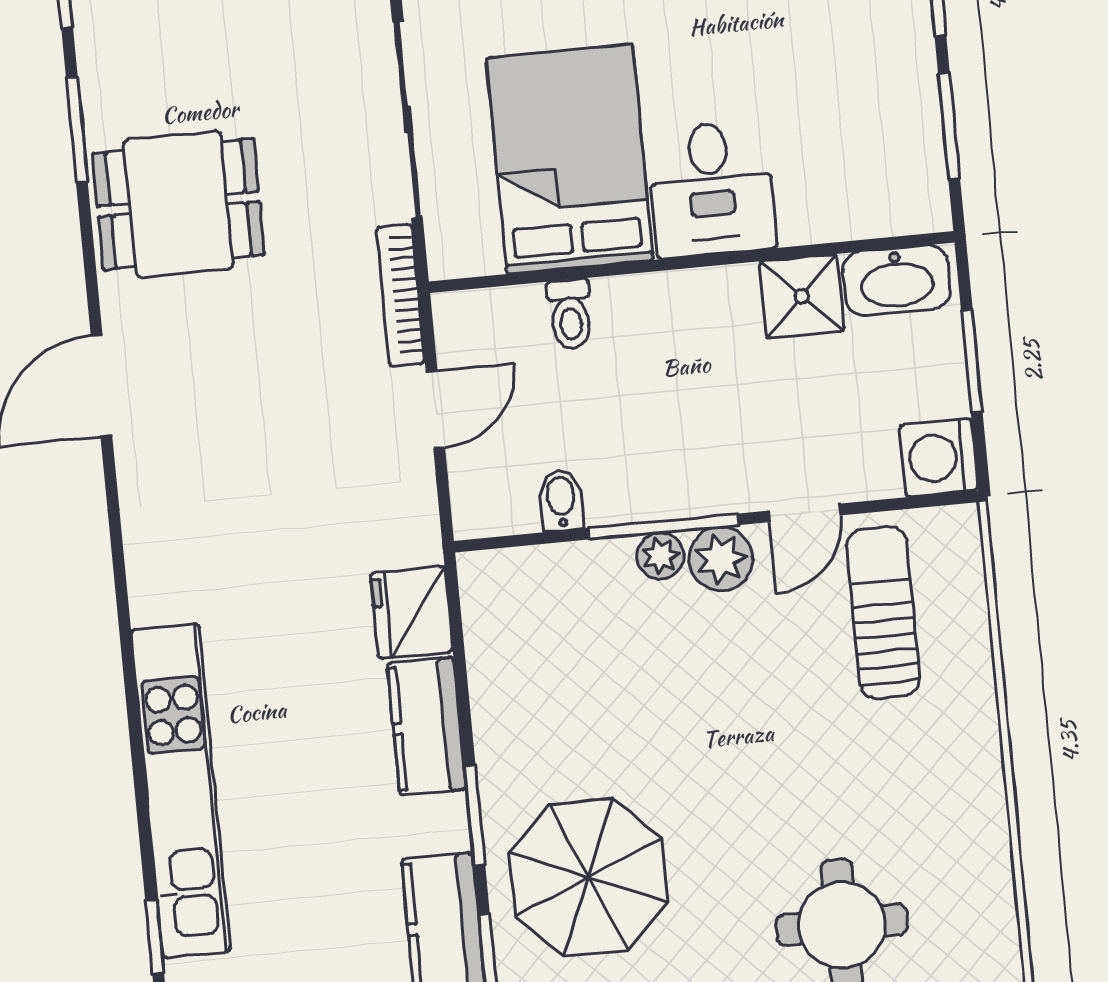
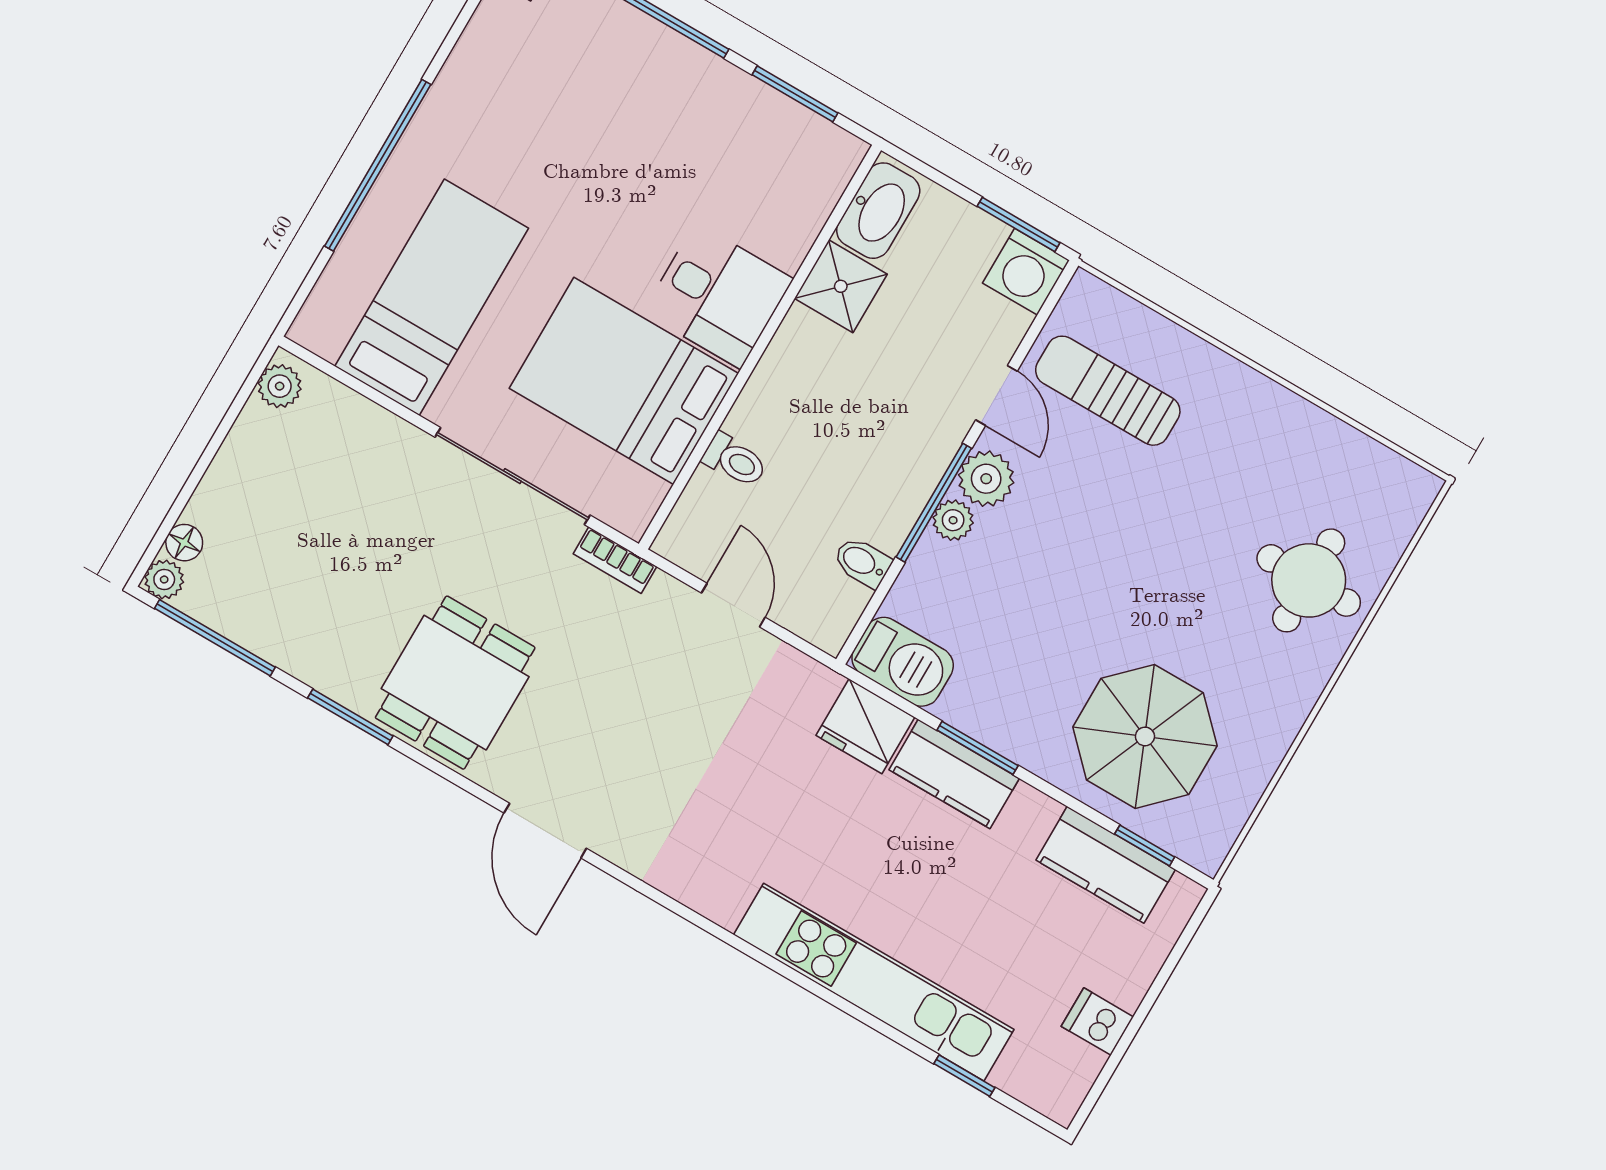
bookcase: (401, 295) -> (615, 560), width x0.64
window: (972, 361) -> (1019, 225), moved
barbecue: (496, 604) -> (903, 662), added
window: (474, 815) -> (978, 748), moved

